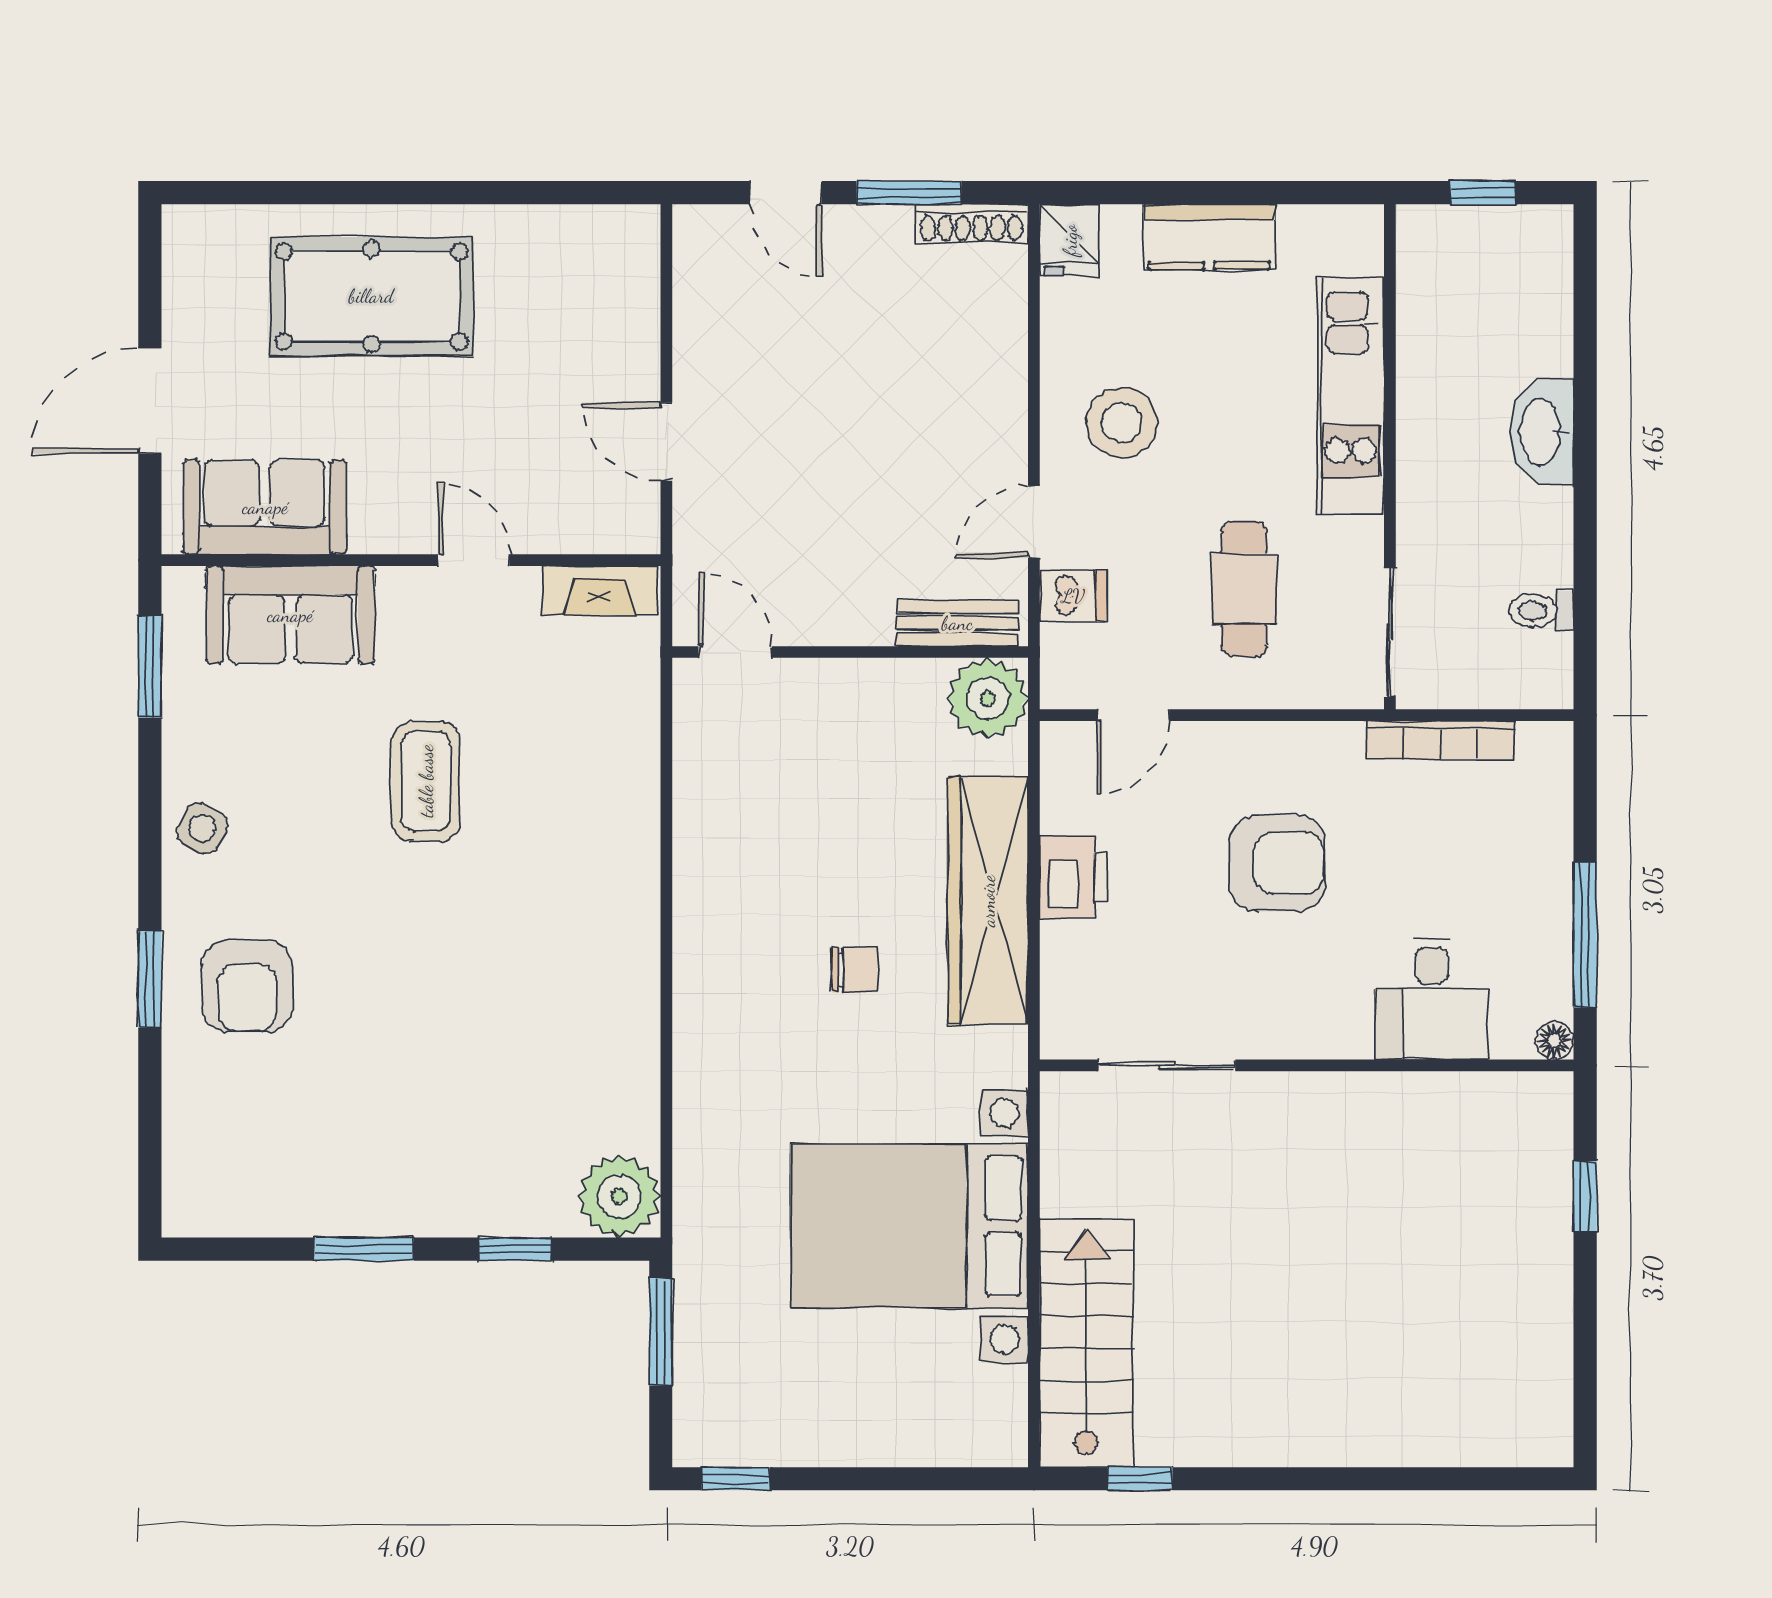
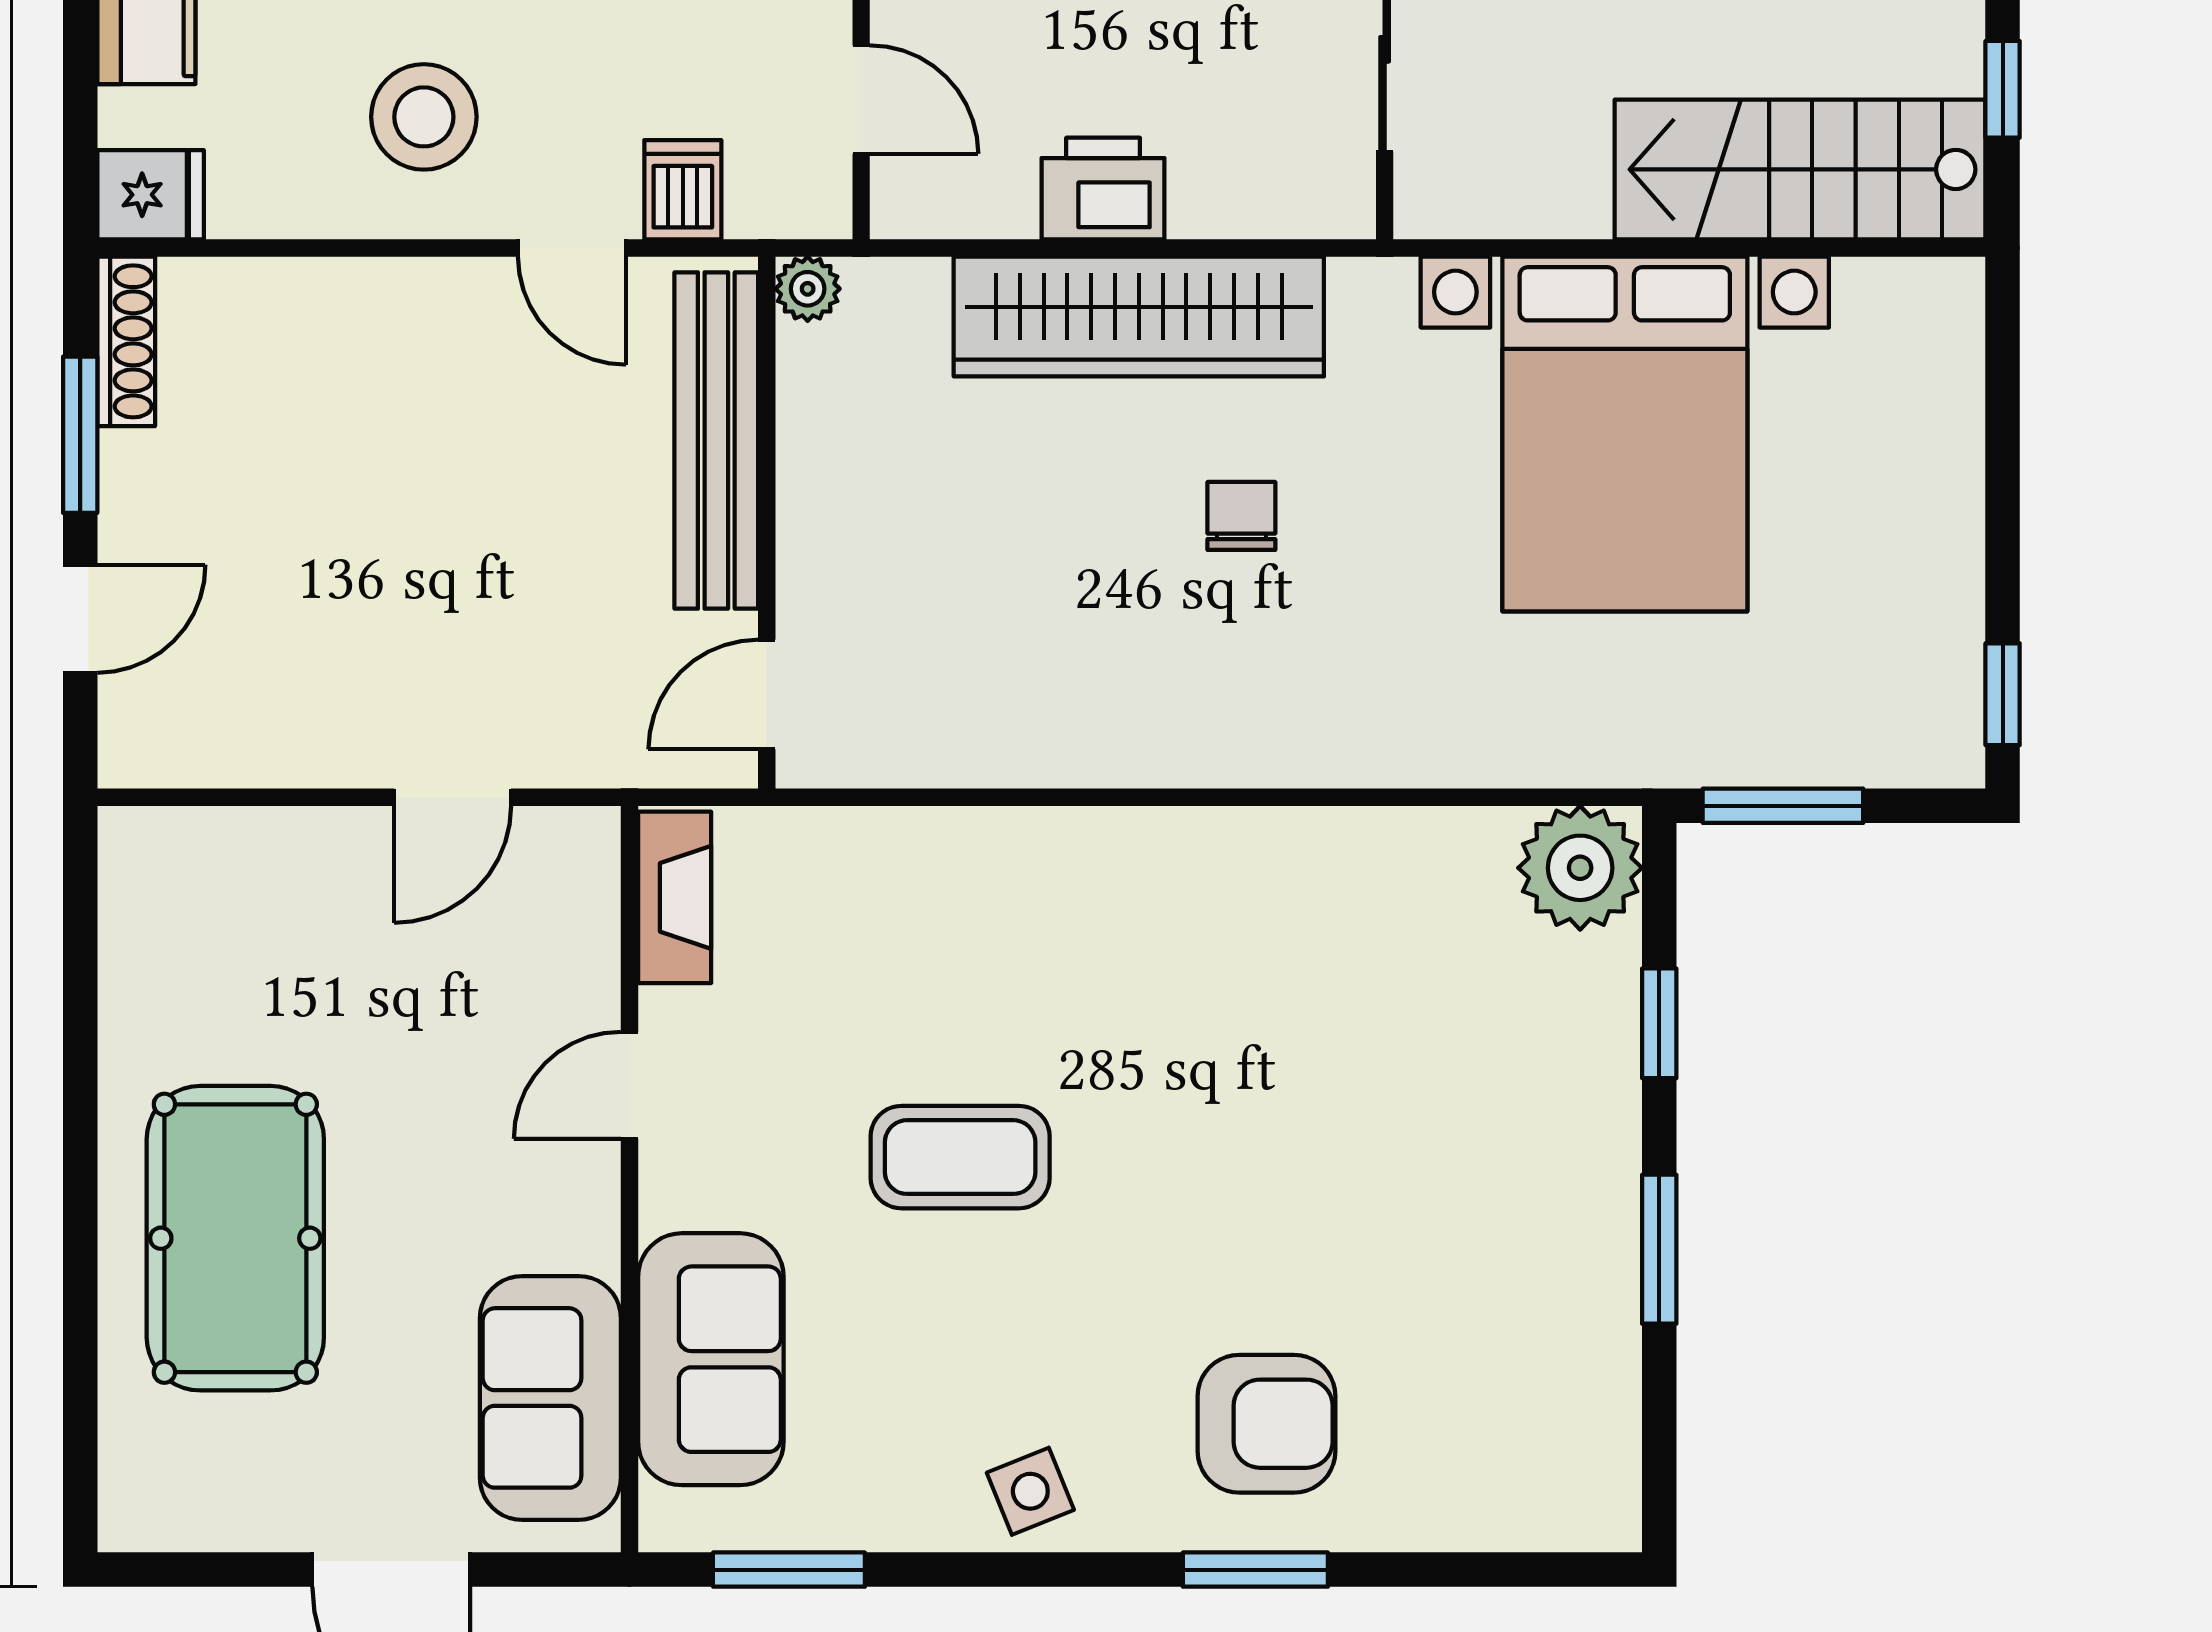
bench: (957, 623) -> (716, 440), width x1.86, depth x1.21
plant: (988, 698) -> (808, 289), width x0.53, depth x0.53
side table: (202, 828) -> (1030, 1491), turned 38

